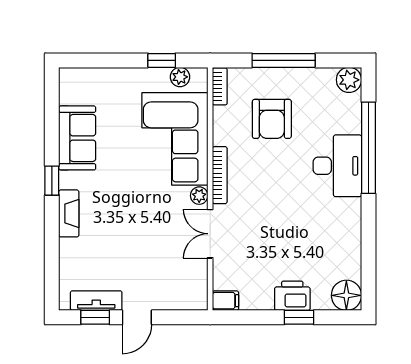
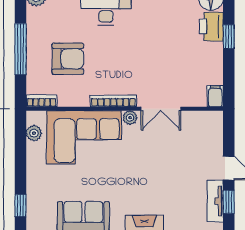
window: (162, 60) -> (20, 206), moved
printer: (292, 296) -> (211, 26), moved

